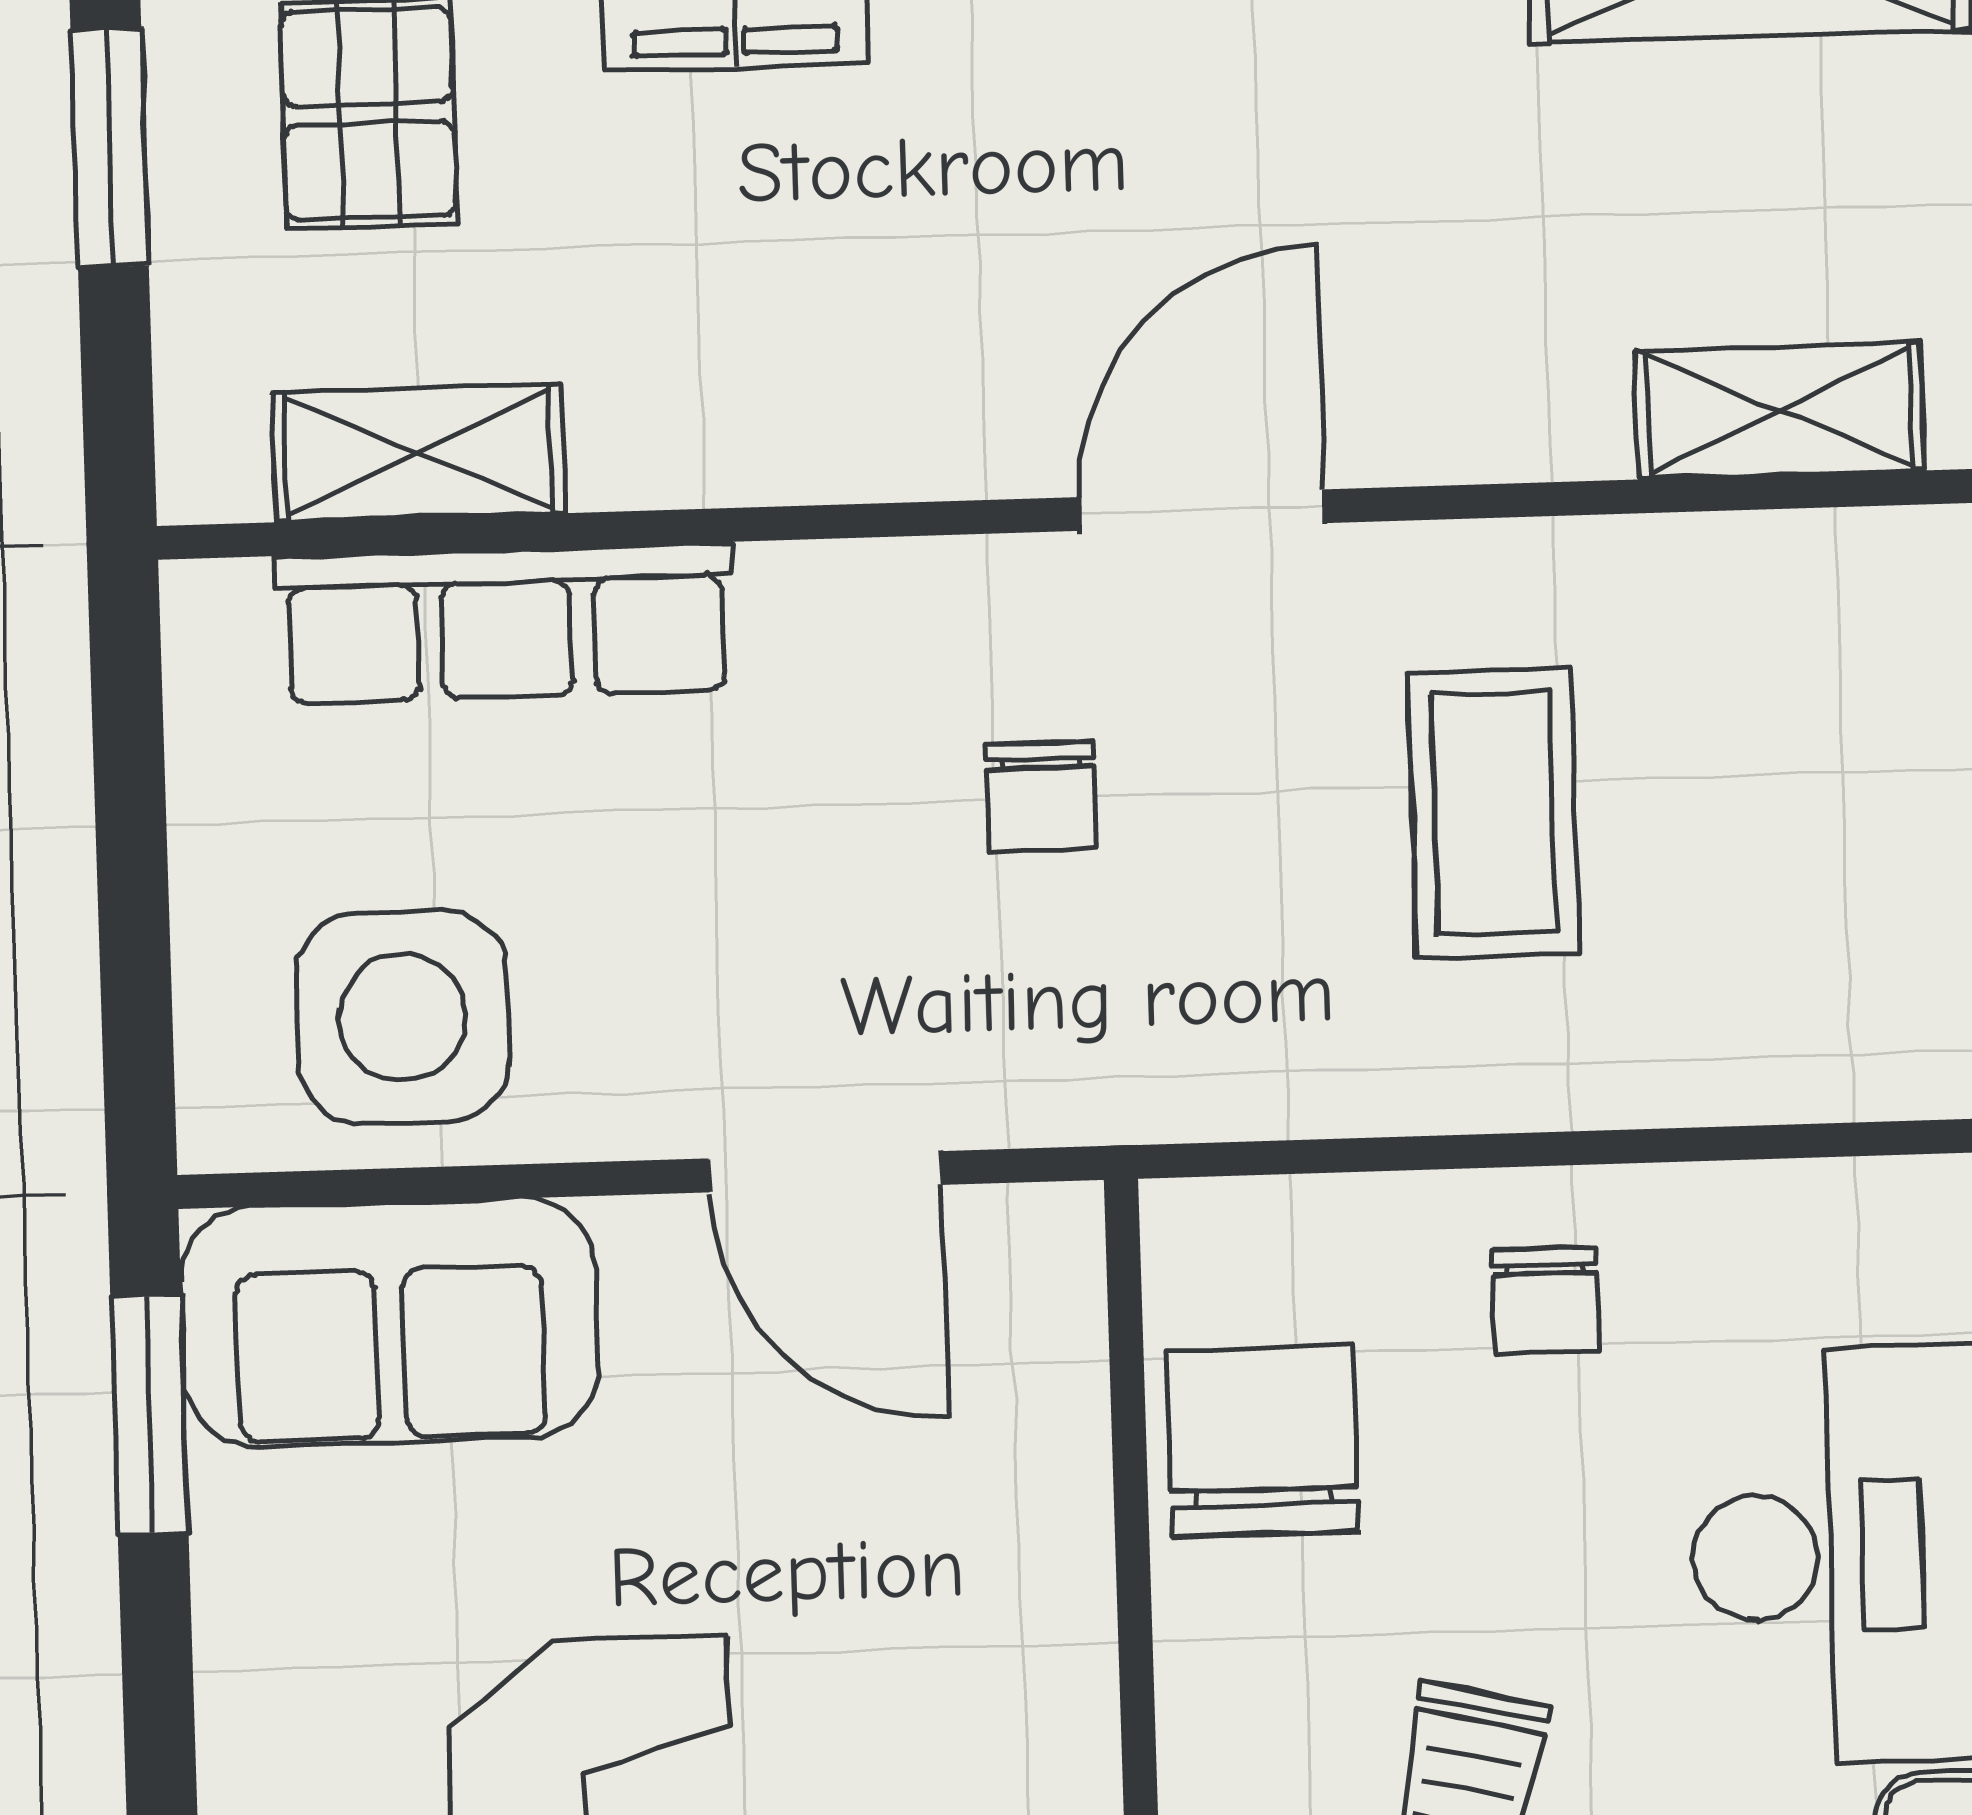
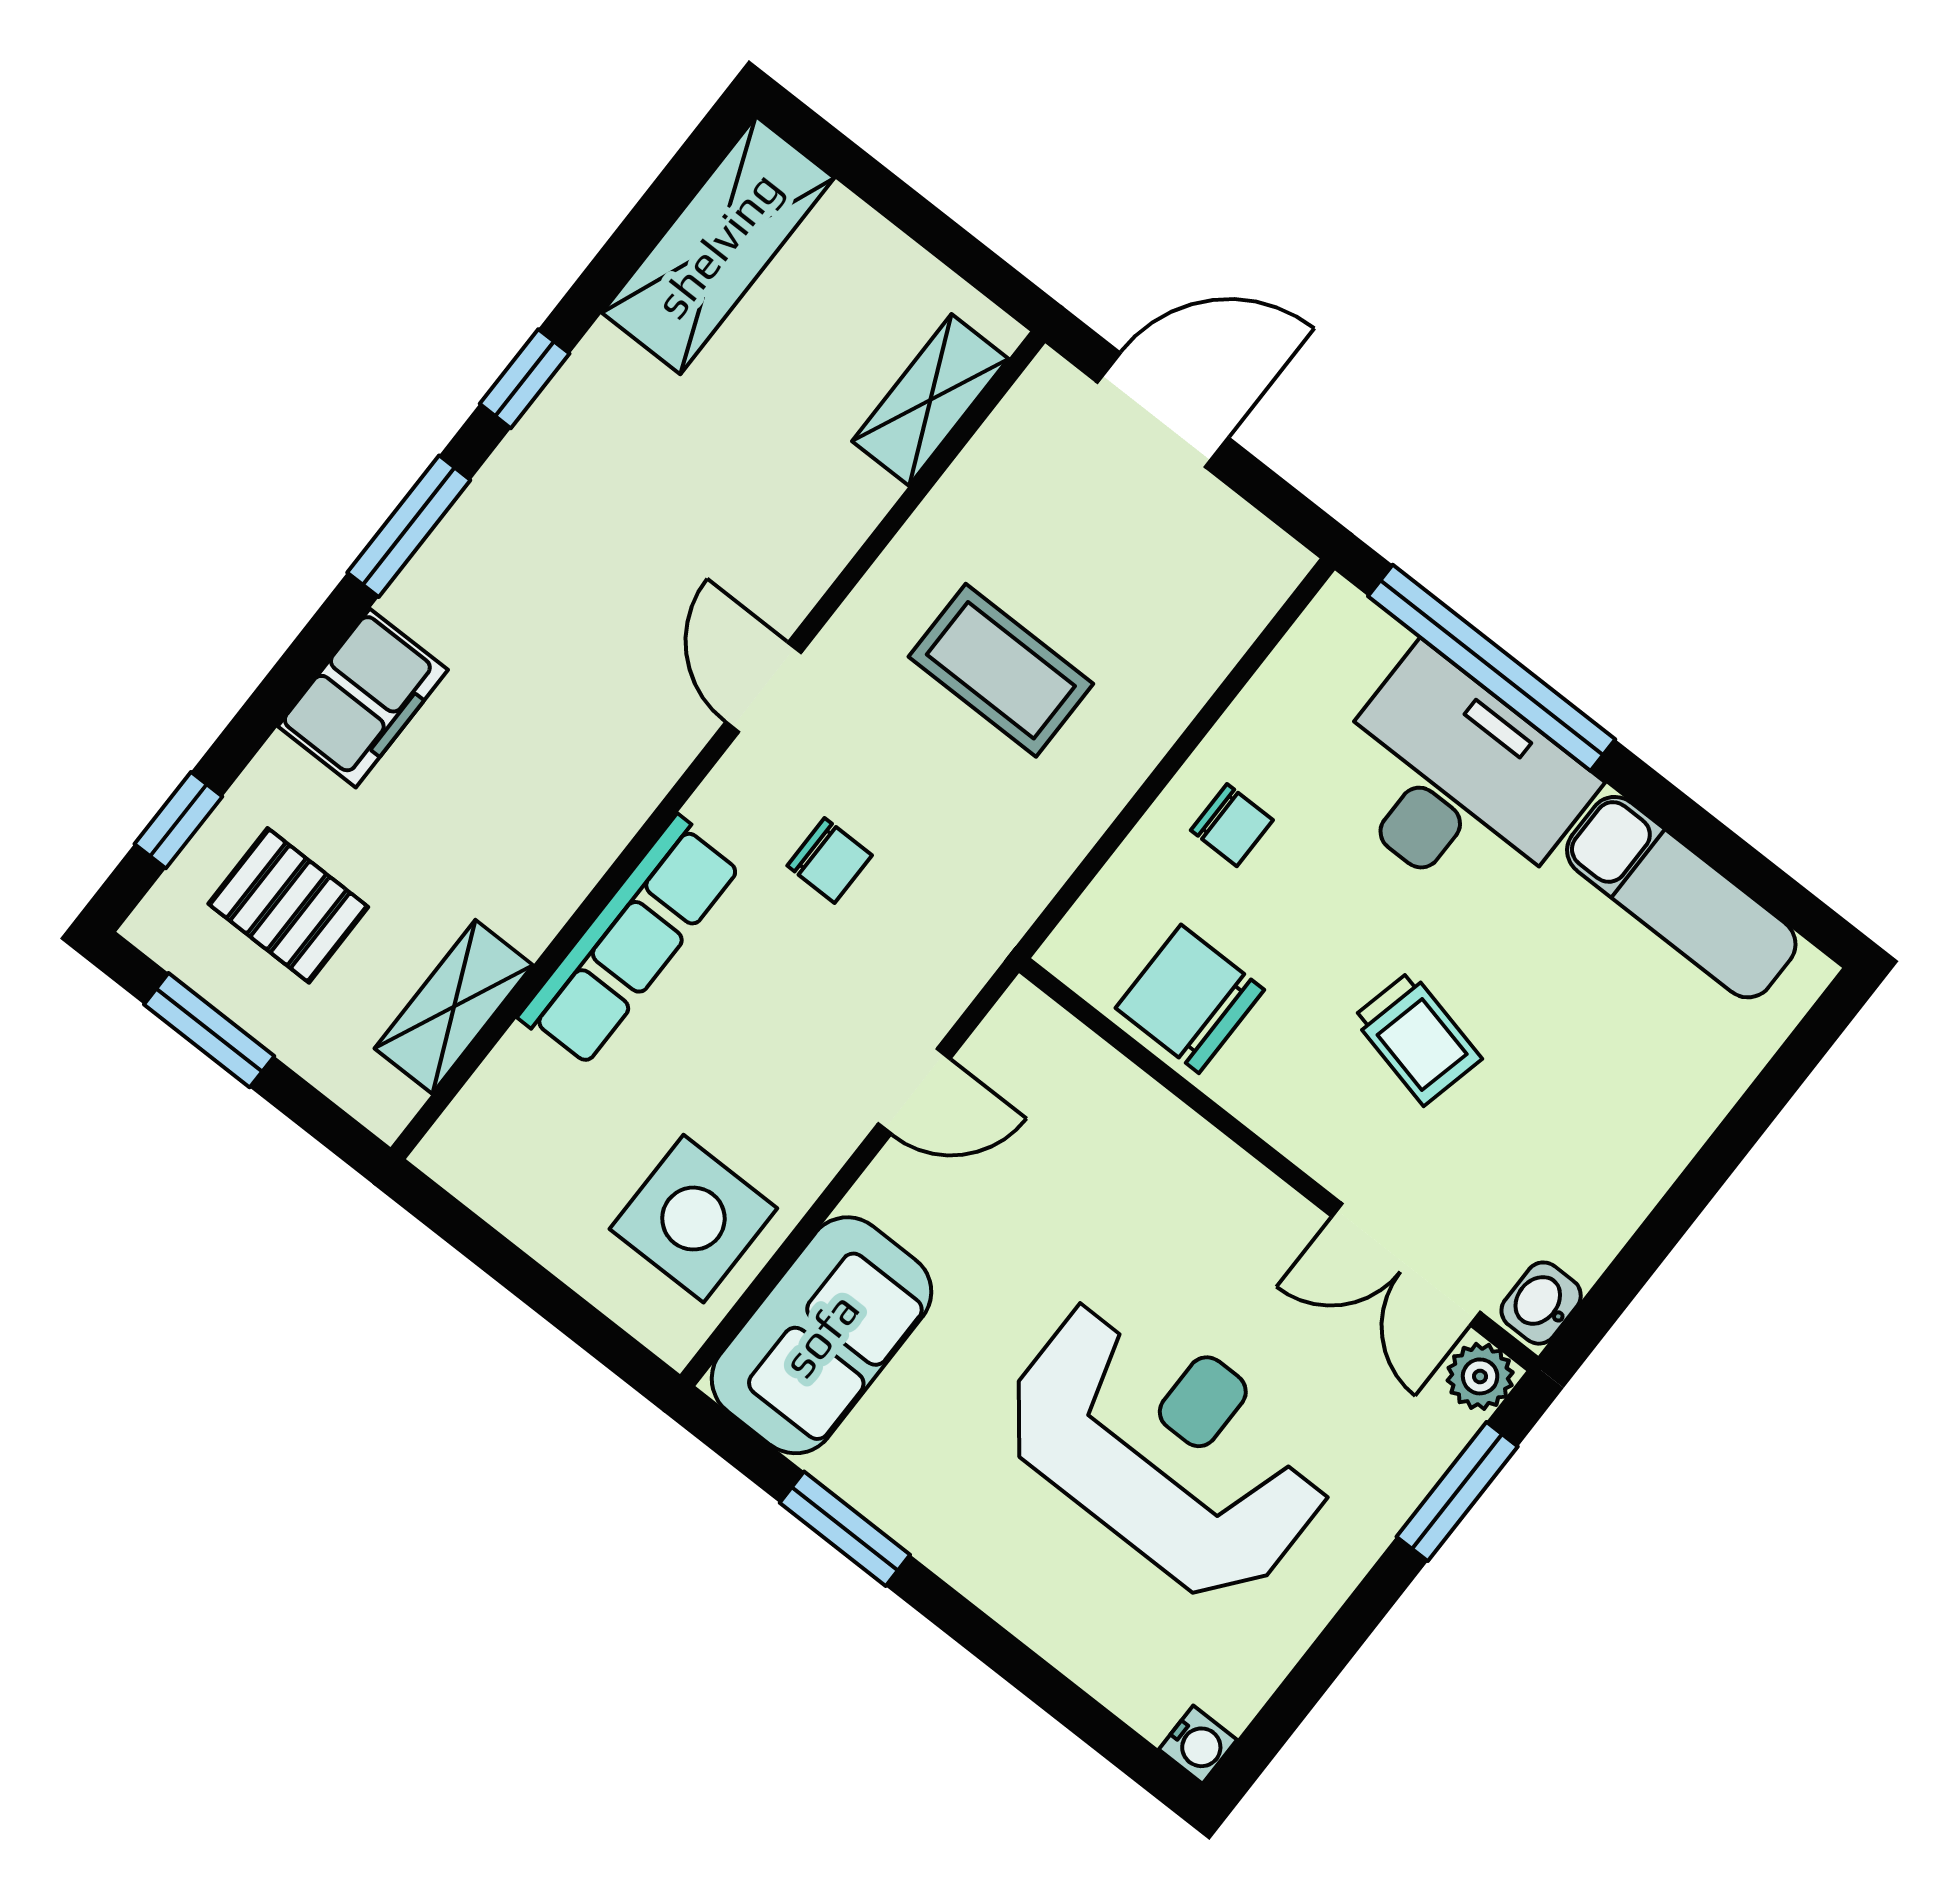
door: (1202, 510) -> (763, 687), width x0.73
row of seats: (506, 623) -> (630, 941), moved
door: (825, 1172) -> (914, 1091), width x0.73
window: (149, 1414) -> (845, 1529), moved

